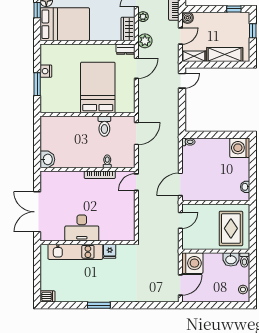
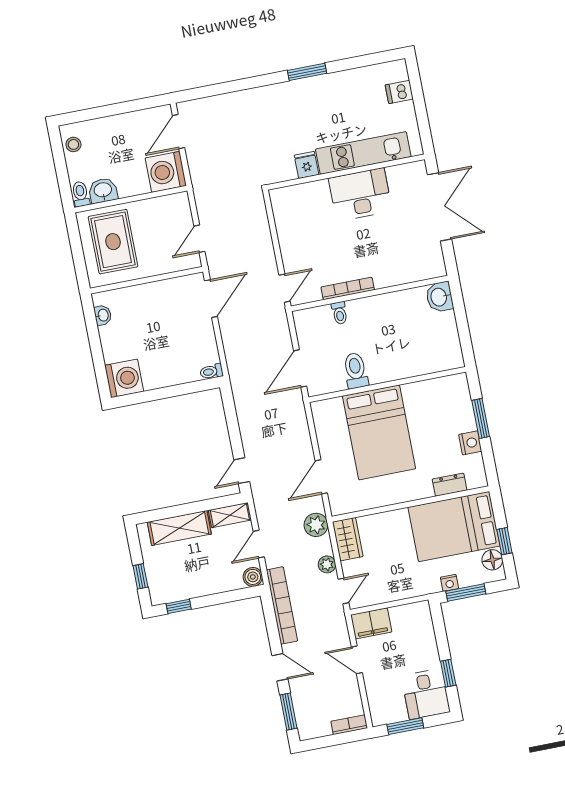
dresser: (125, 49) -> (450, 485), moved
dishwasher: (48, 296) -> (399, 92), moved

